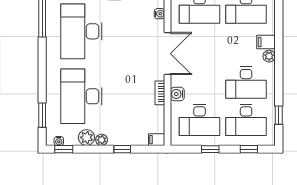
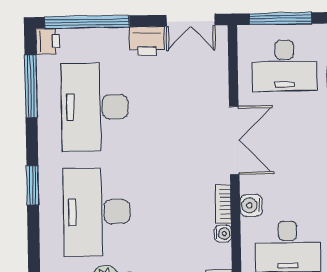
water cooler: (160, 14) -> (223, 234), moved
window: (42, 115) -> (33, 185), moved

